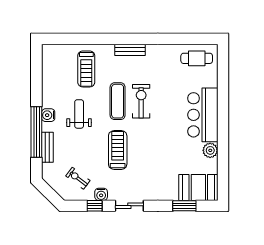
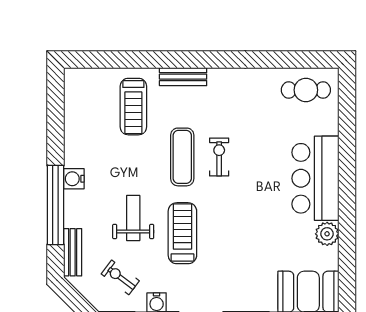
bench: (130, 50) -> (183, 77), moved
exercise bike: (141, 101) -> (219, 157), width x0.73, depth x0.72
weight bench: (79, 114) -> (133, 218), moved
bench: (47, 147) -> (73, 252), moved

